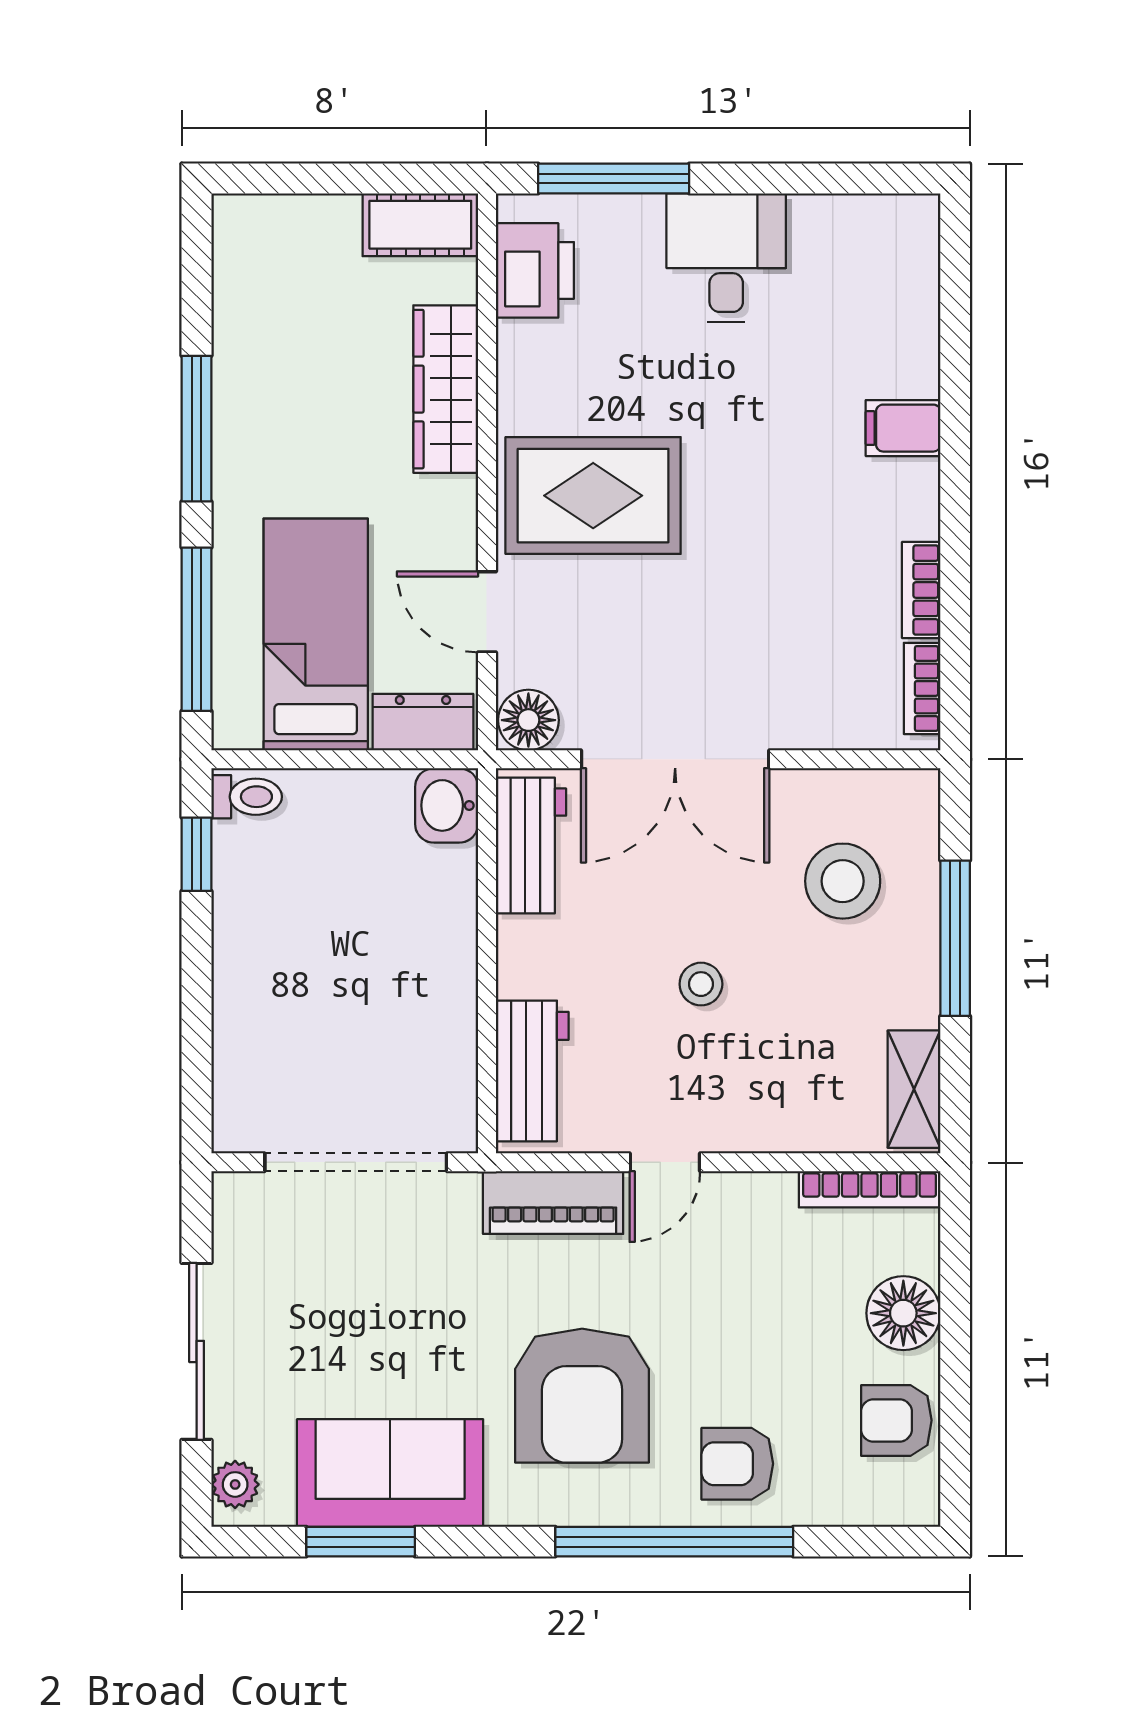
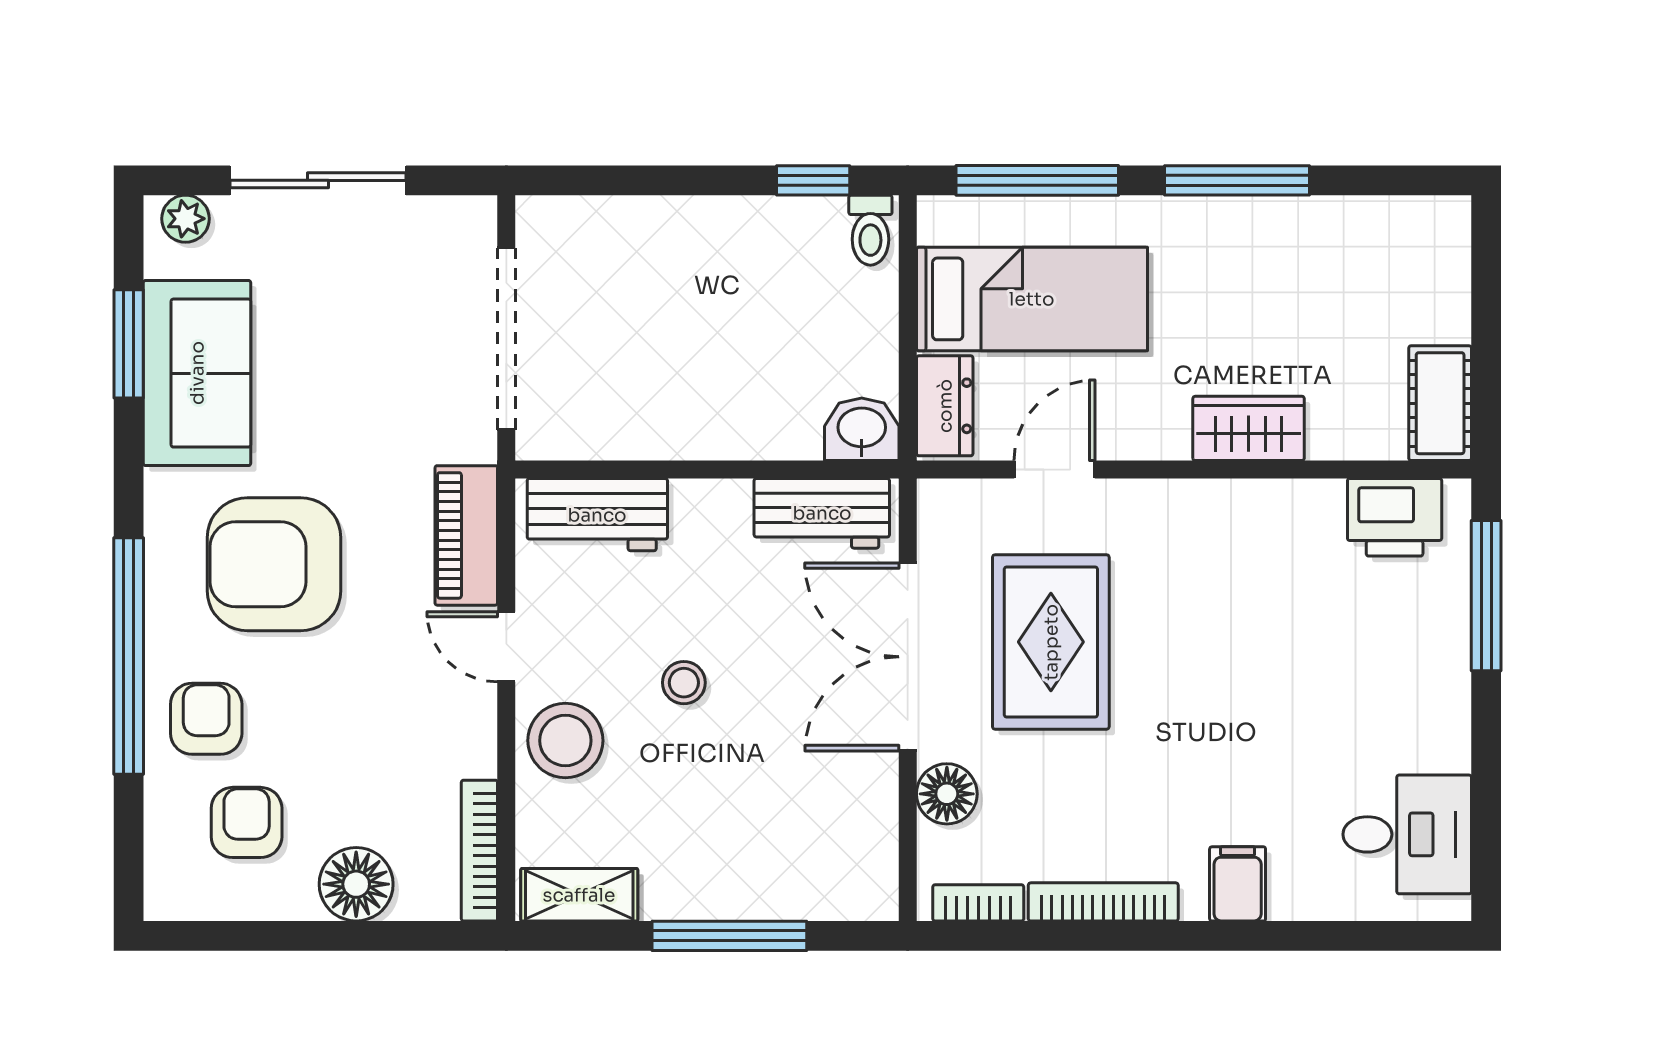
desk: (726, 258) -> (1407, 834), moved
wardrobe: (446, 389) -> (1249, 428), width x0.67
rug: (593, 496) -> (1051, 642), moved
bookcase: (921, 590) -> (1103, 902), width x1.56
floor lamp: (528, 720) -> (947, 794), moved
stool: (843, 881) -> (565, 741), moved
armchair: (896, 1420) -> (247, 822), moved

